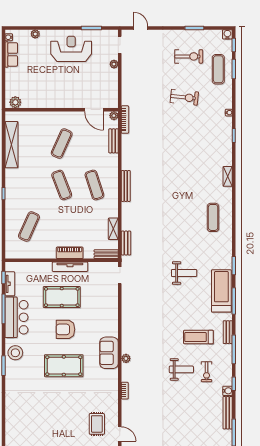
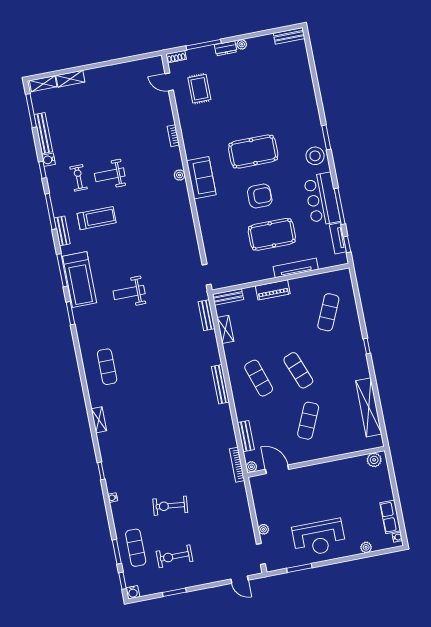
tv unit: (70, 267) -> (296, 268), moved

